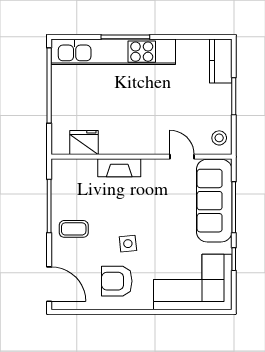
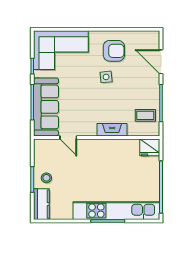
stool: (219, 138) -> (46, 178), moved
fridge: (84, 142) -> (150, 147), moved
coffee table: (74, 229) -> (145, 115), moved
door: (49, 284) -> (161, 62), moved

